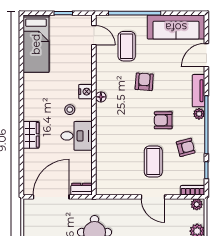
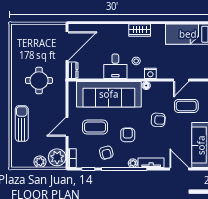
door: (94, 35) -> (181, 80), moved
wardrobe: (31, 135) -> (140, 30), moved
sofa: (112, 144) -> (109, 94), added
door: (51, 197) -> (67, 46), hinge flipped
plant: (197, 204) -> (57, 157), width x1.88, depth x1.88

